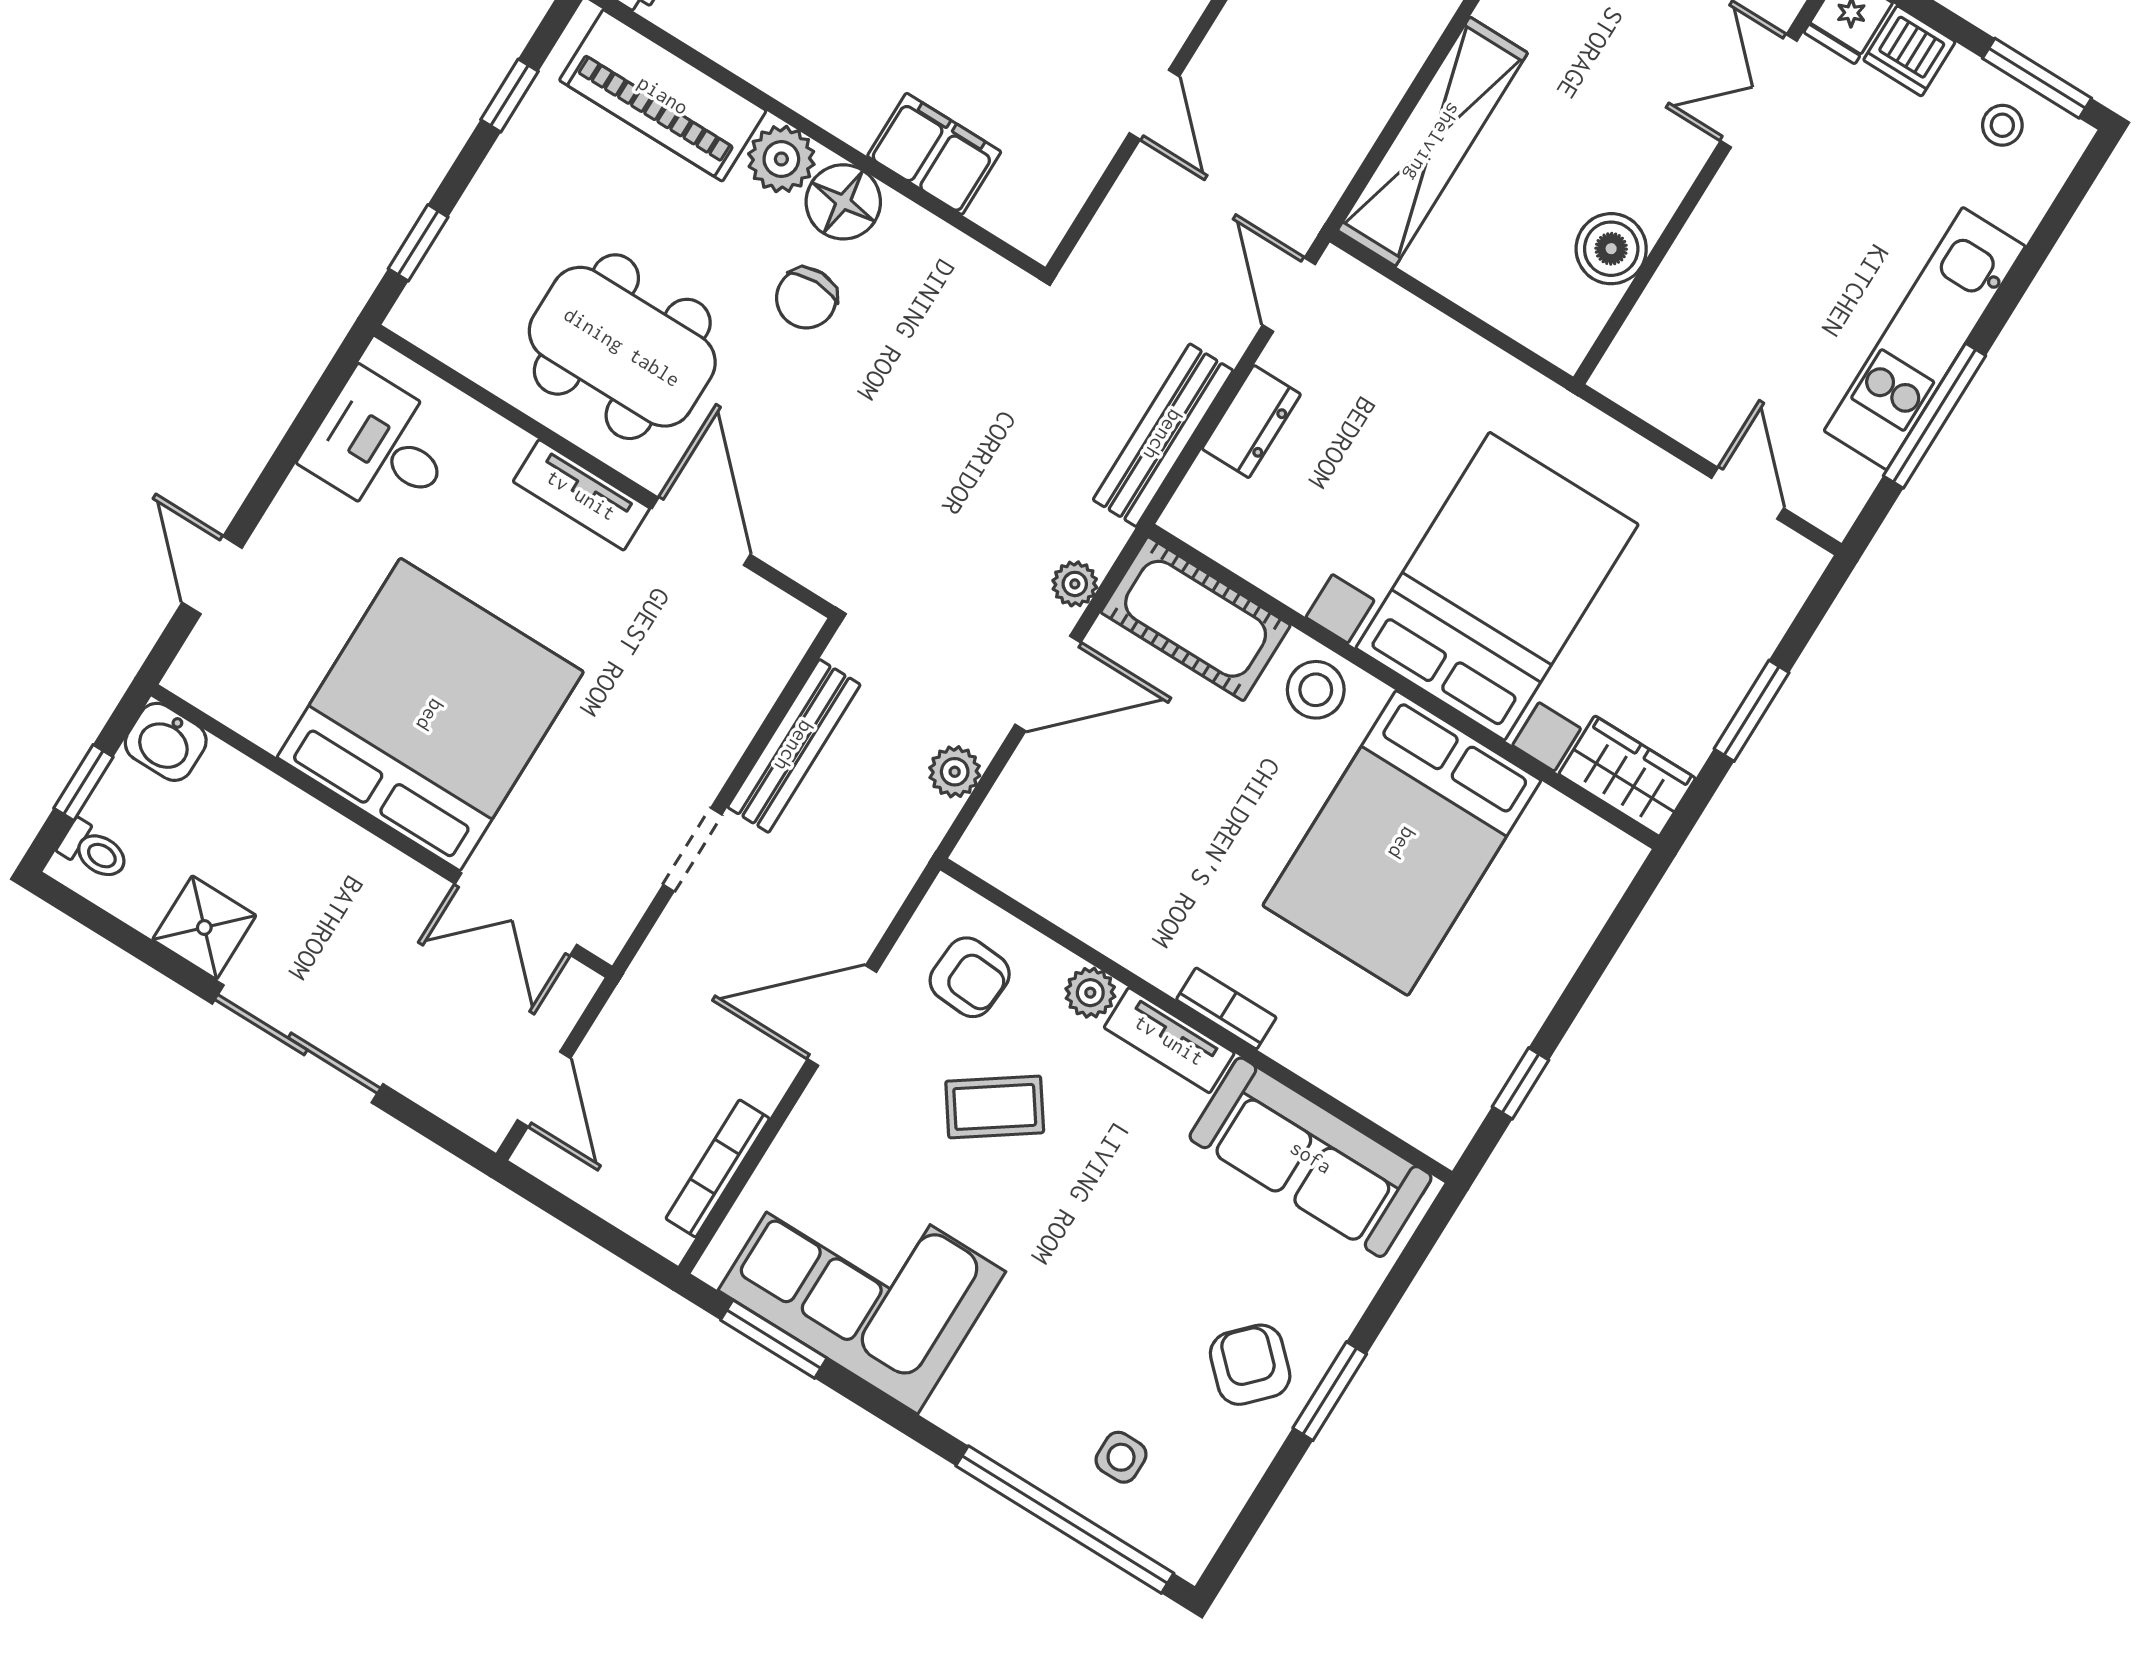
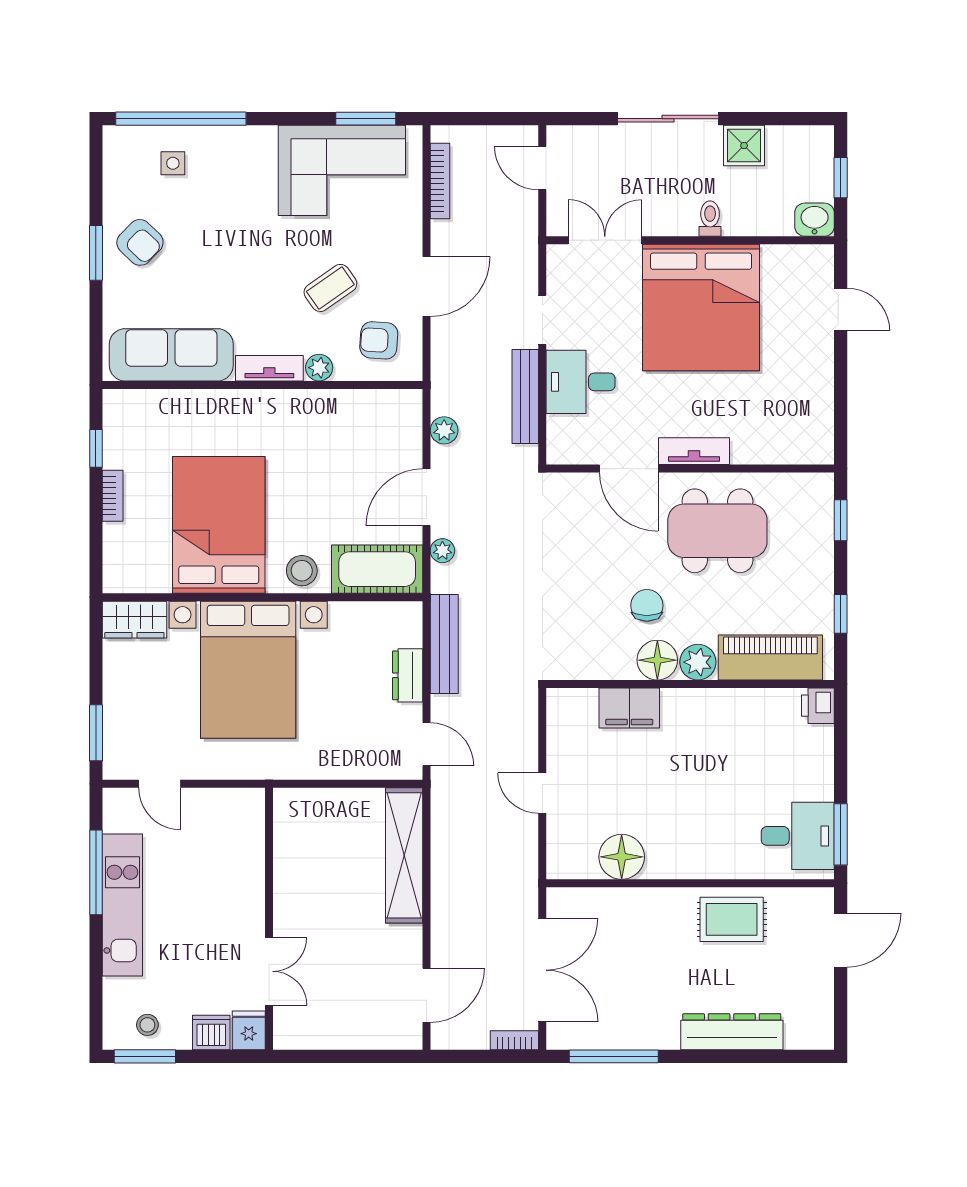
boiler: (1611, 249) -> (292, 857), removed
desk: (381, 446) -> (580, 382), moved, turned 180
window: (1752, 711) -> (96, 733), moved
toilet: (94, 851) -> (710, 219), moved, turned 90
bookcase: (1226, 1008) -> (113, 496), moved, turned -90

